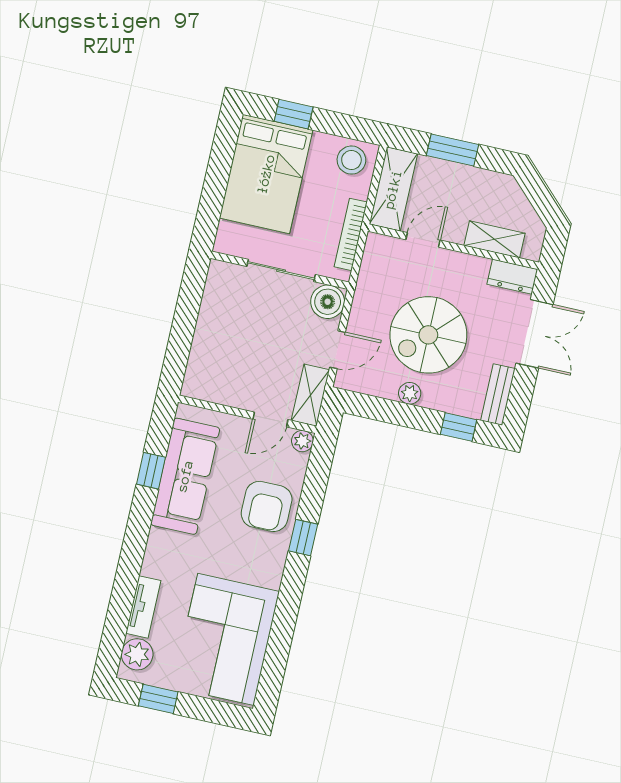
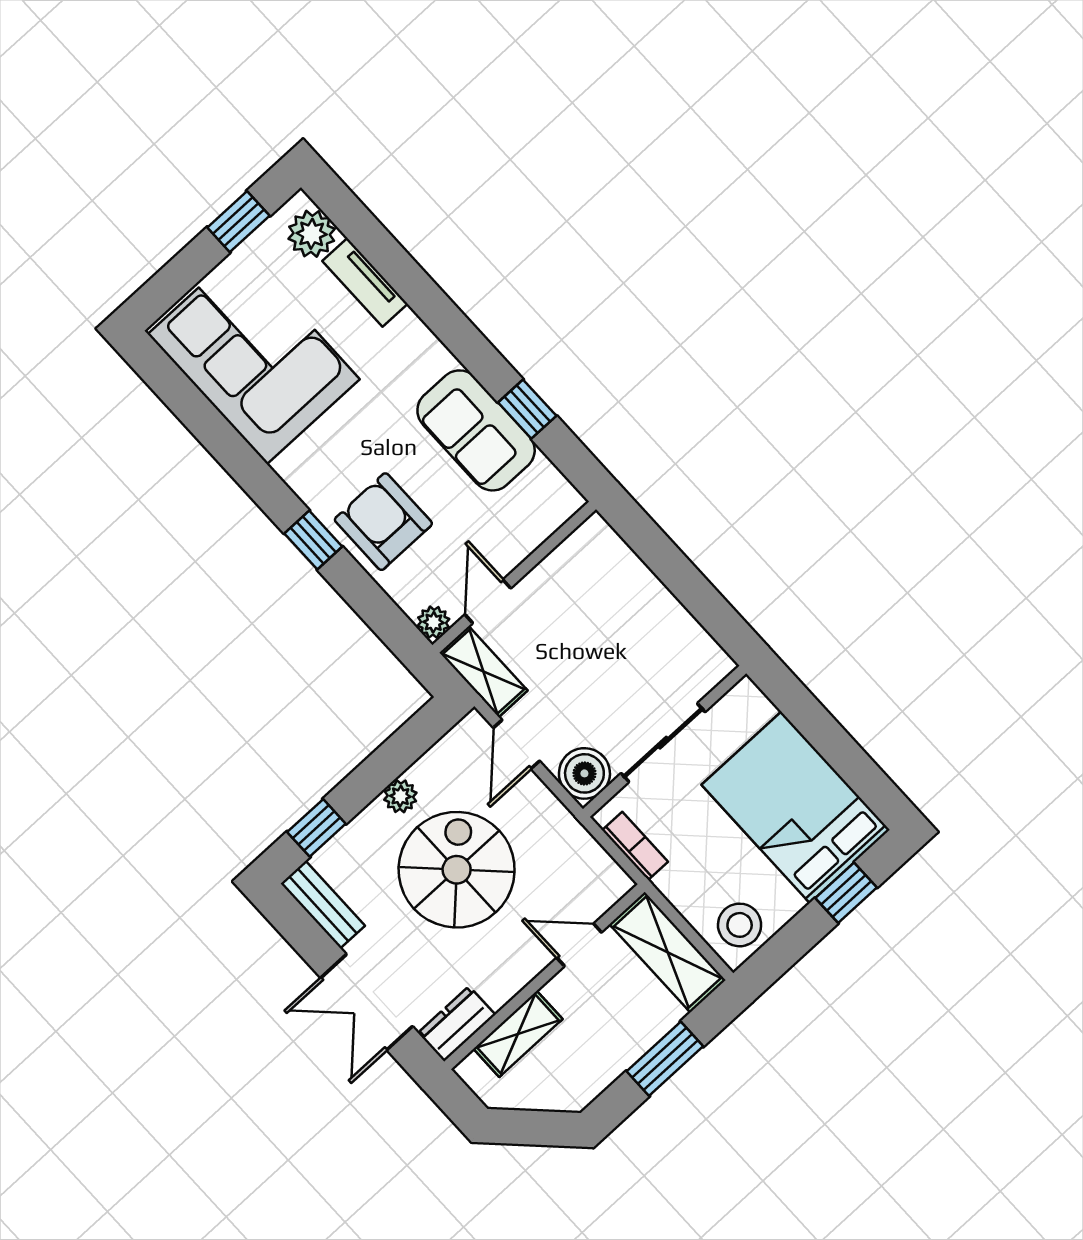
bookcase: (351, 234) -> (635, 846), width x0.64
door: (423, 240) -> (579, 945), swing flipped
sofa: (185, 476) -> (476, 430), width x0.73

